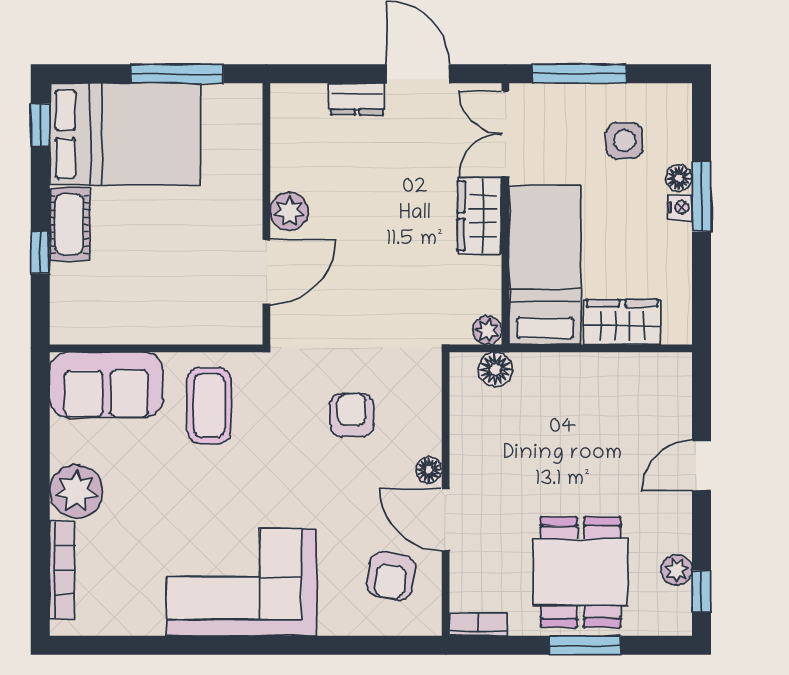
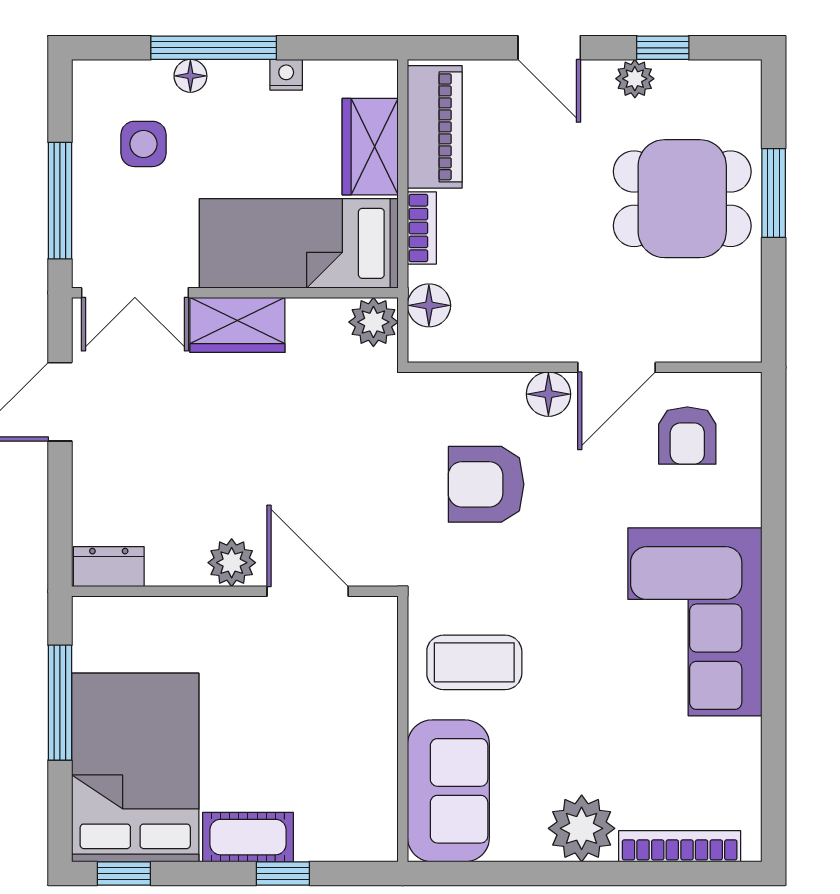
dresser: (357, 99) -> (109, 567), moved, turned -90
window: (701, 197) -> (214, 48), width x1.44
nightstand: (680, 207) -> (286, 75), moved
plant: (487, 330) -> (373, 322), width x1.38, depth x1.38
piano: (638, 374) -> (435, 127), added
armchair: (352, 415) -> (486, 484), width x1.38, depth x1.38
floor lamp: (429, 470) -> (548, 394), width x1.37, depth x1.37
plant: (677, 570) -> (635, 79), moved
armchair: (391, 576) -> (687, 435), turned 81
window: (701, 592) -> (663, 48), moved
bookcase: (478, 624) -> (422, 228), moved, turned 180

